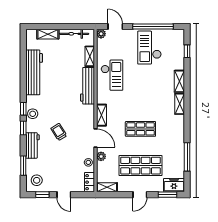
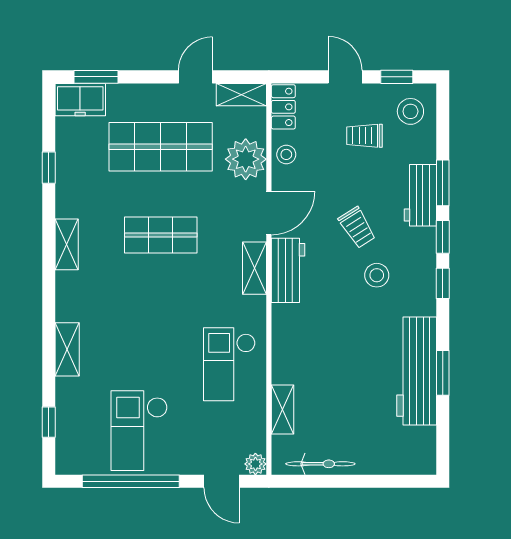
shelving: (48, 34) -> (383, 463), removed
checkout: (149, 48) -> (139, 431), turned 180
window: (23, 72) -> (443, 373), added
workbench: (88, 86) -> (288, 270), moved, width x0.73
shelving: (180, 104) -> (67, 244), moved
stool: (33, 114) -> (377, 275), moved
door: (96, 138) -> (269, 213), swing flipped
plant: (101, 156) -> (246, 159), width x1.87, depth x1.87
window: (187, 157) -> (49, 168), width x0.46
window: (23, 166) -> (443, 183), moved
trolley: (56, 170) -> (365, 136), added
door: (140, 195) -> (195, 77), moved

